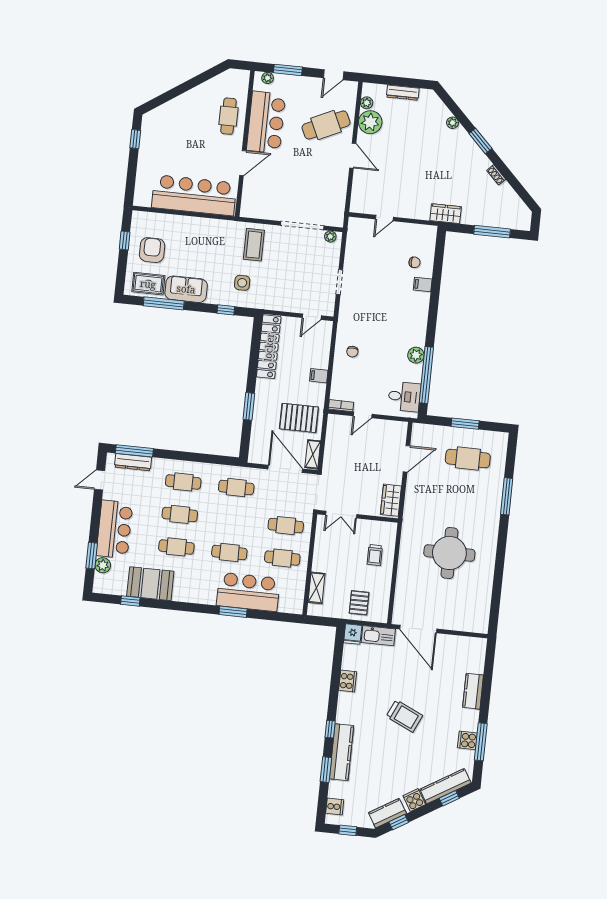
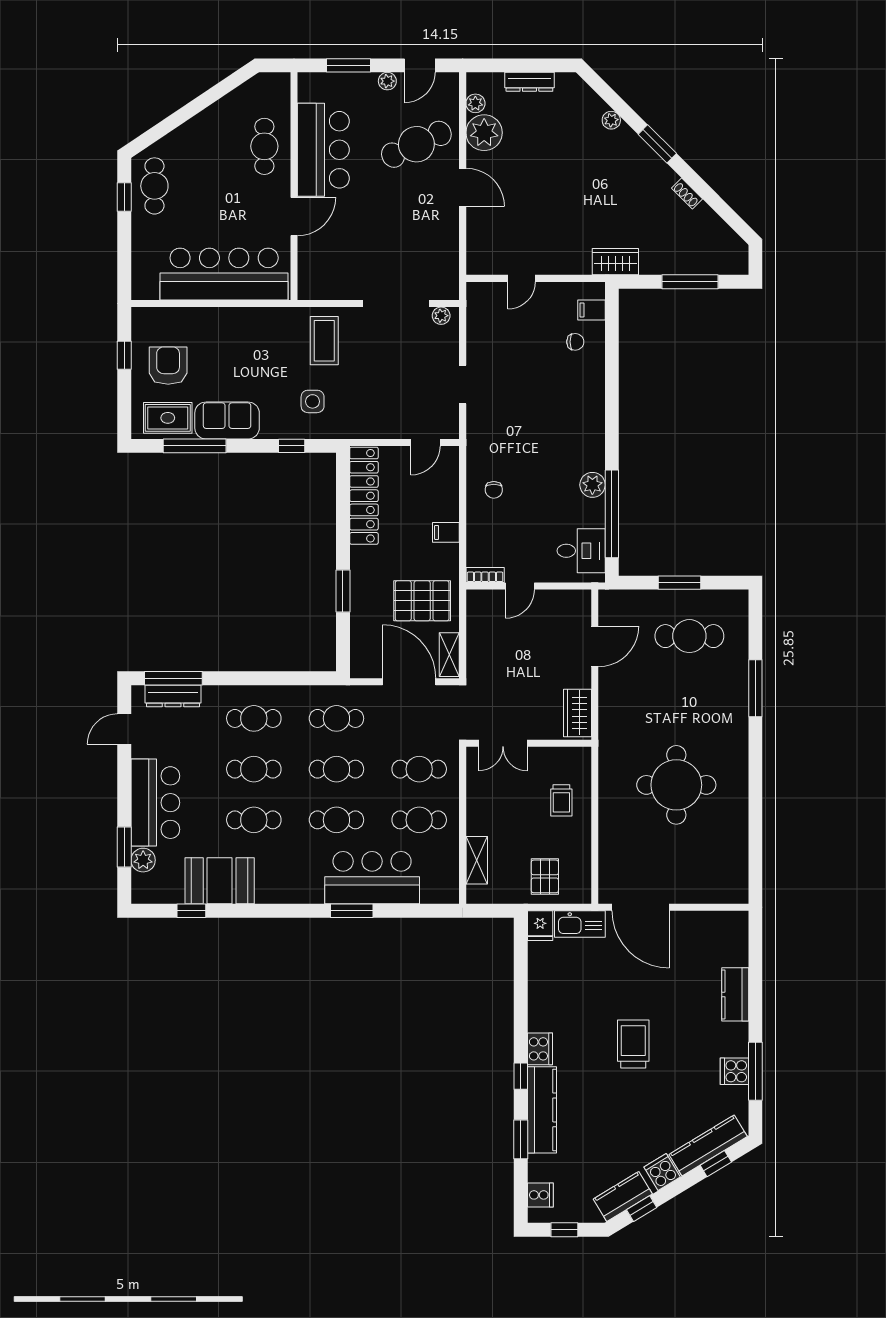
plant: (268, 78) -> (387, 81), moved
cafe table: (155, 134) -> (154, 186), added
filing cabinet: (423, 284) -> (591, 310), moved
cafe table: (233, 520) -> (336, 769), added
cooker: (348, 681) -> (540, 1049), moved
trolley: (404, 716) -> (633, 1044), turned -115

